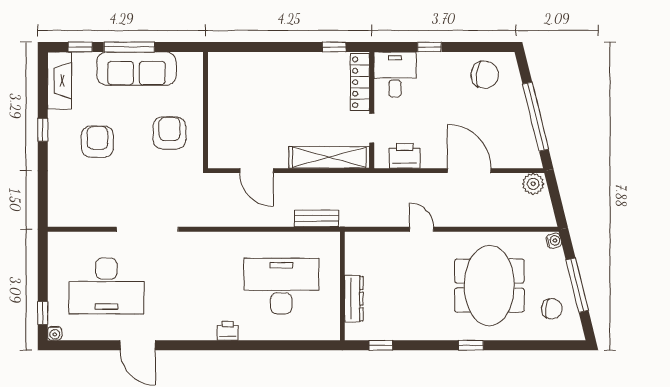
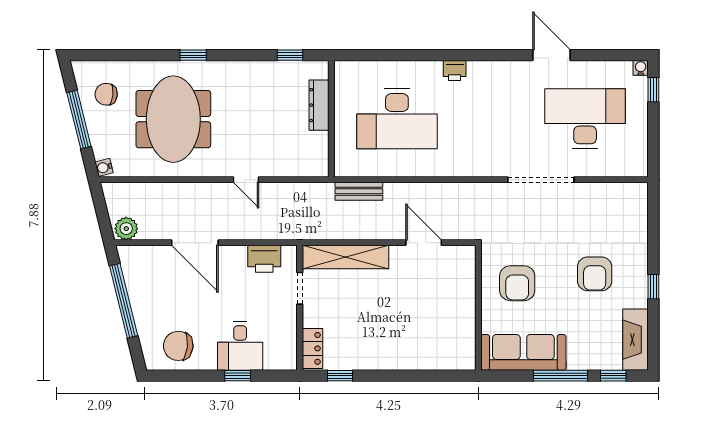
sofa: (136, 69) -> (523, 352), moved
desk: (395, 74) -> (240, 346), moved
locker: (360, 82) -> (312, 348), width x0.66

